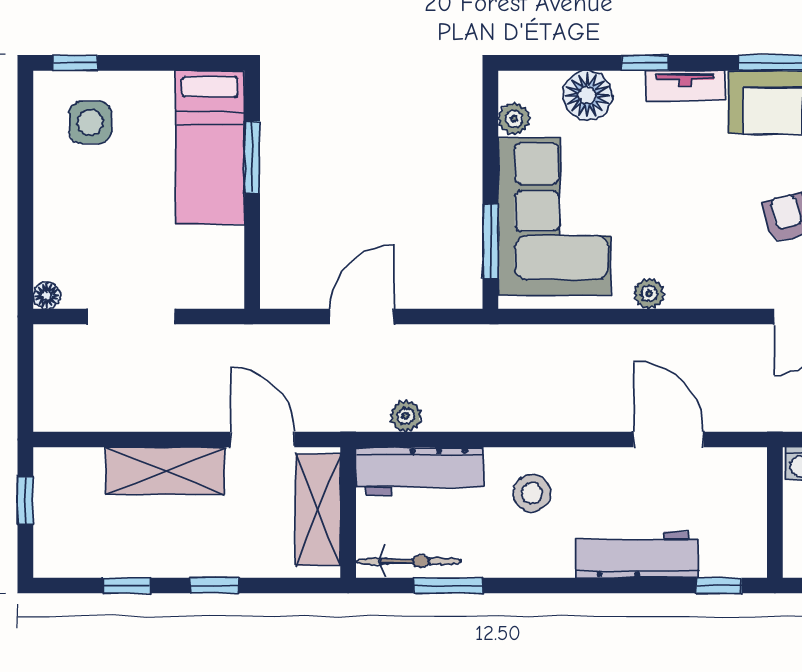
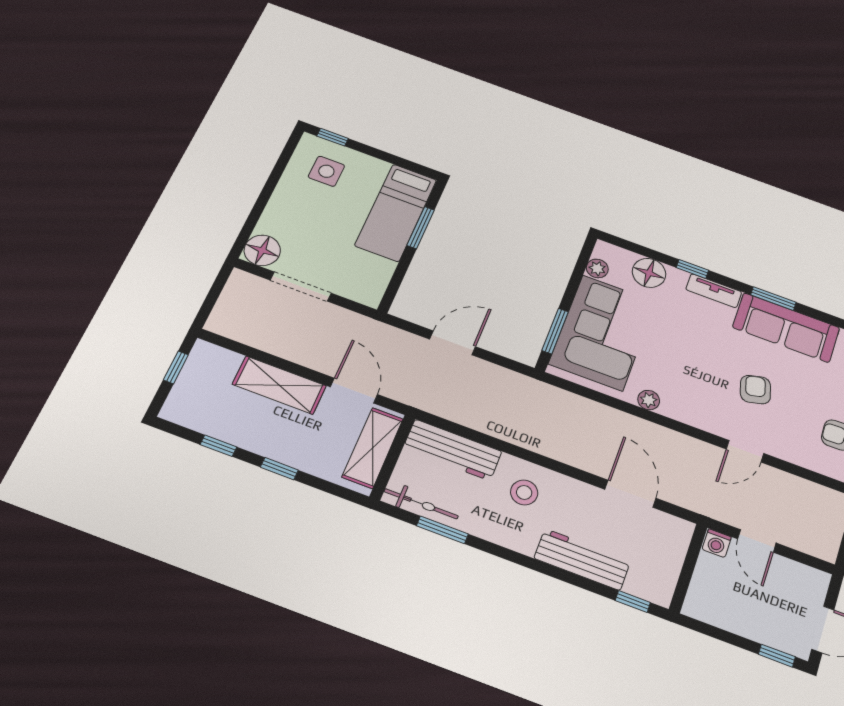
floor lamp: (47, 295) -> (262, 250), width x1.89, depth x1.89
plant: (406, 416) -> (457, 413), removed

